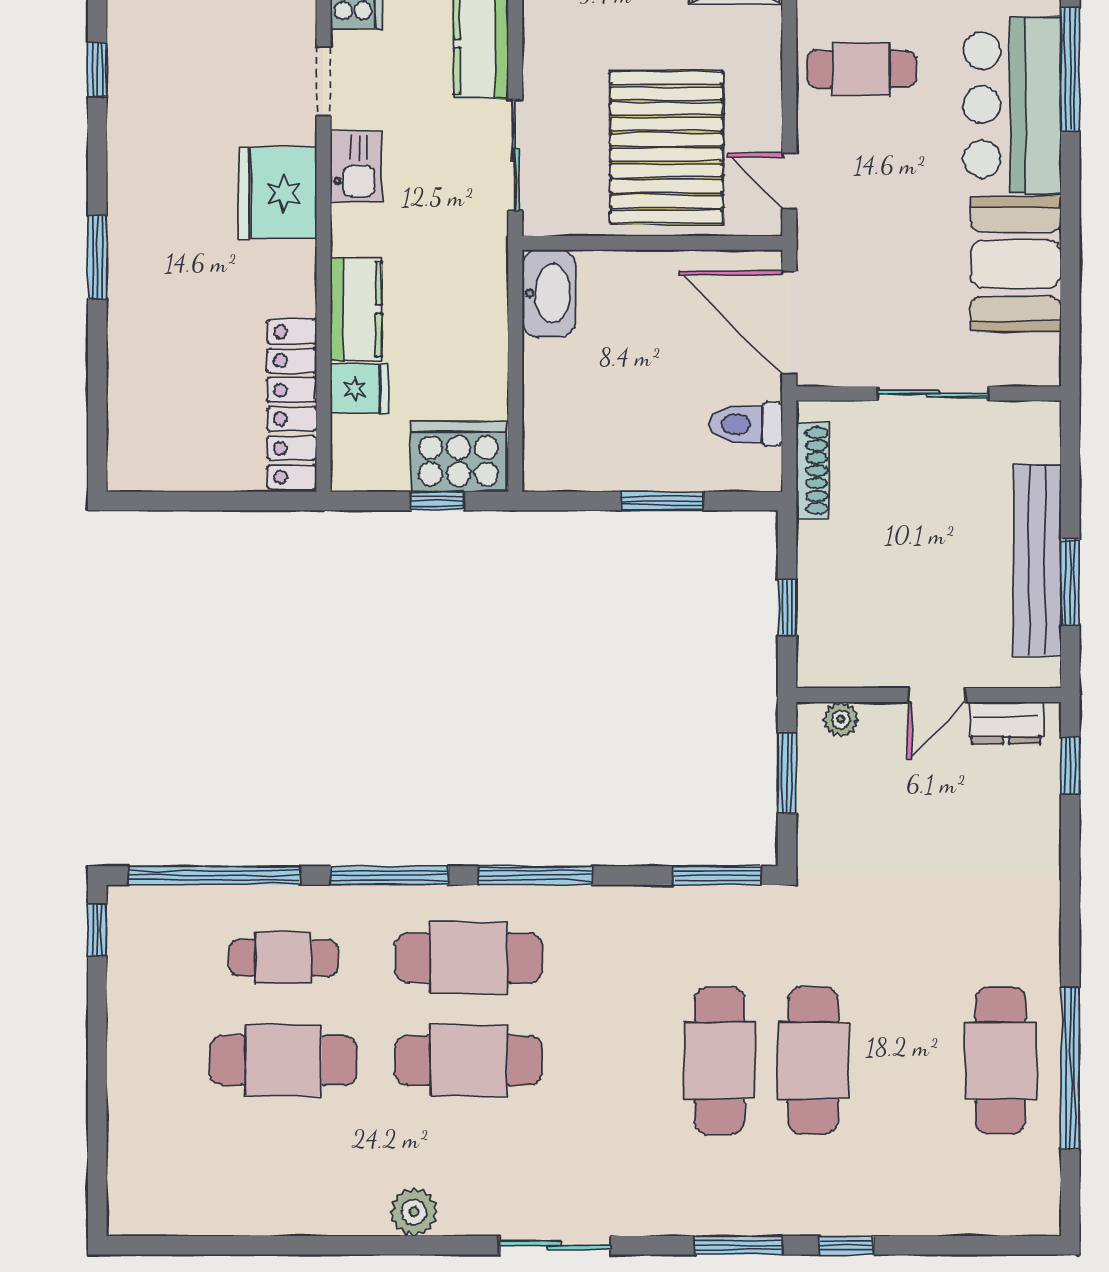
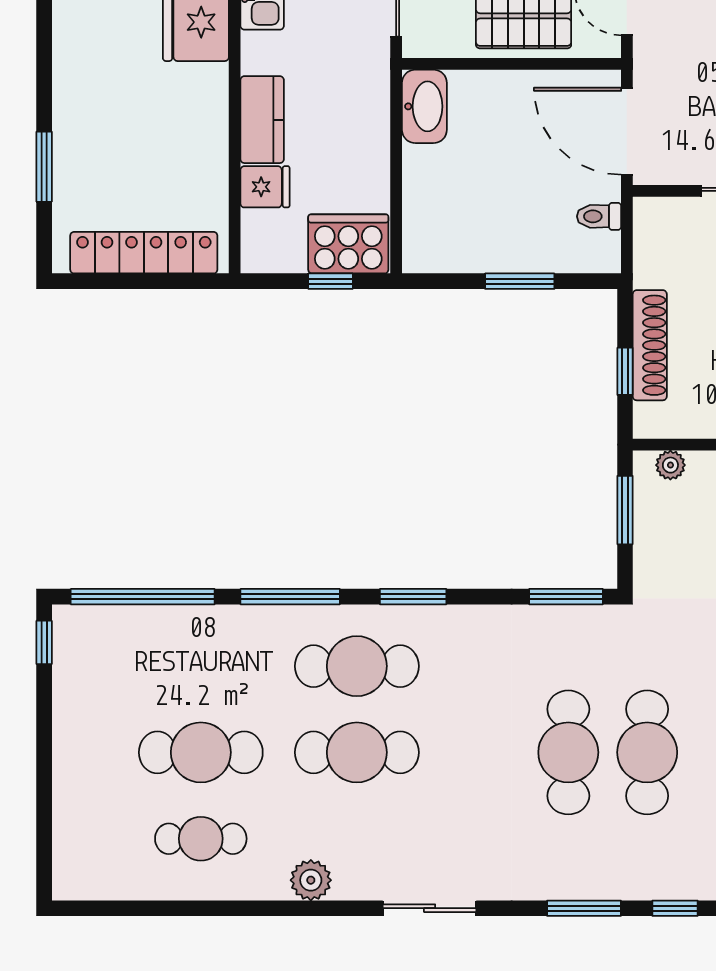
window: (97, 257) -> (44, 167), moved
locker: (292, 404) -> (144, 253), moved, turned 90
toilet: (746, 424) -> (599, 216), width x0.73, depth x0.72
shoe rack: (812, 471) -> (650, 345), moved, width x1.36, depth x1.24
window: (535, 875) -> (413, 597), width x0.69
cafe table: (283, 958) -> (201, 839), moved

